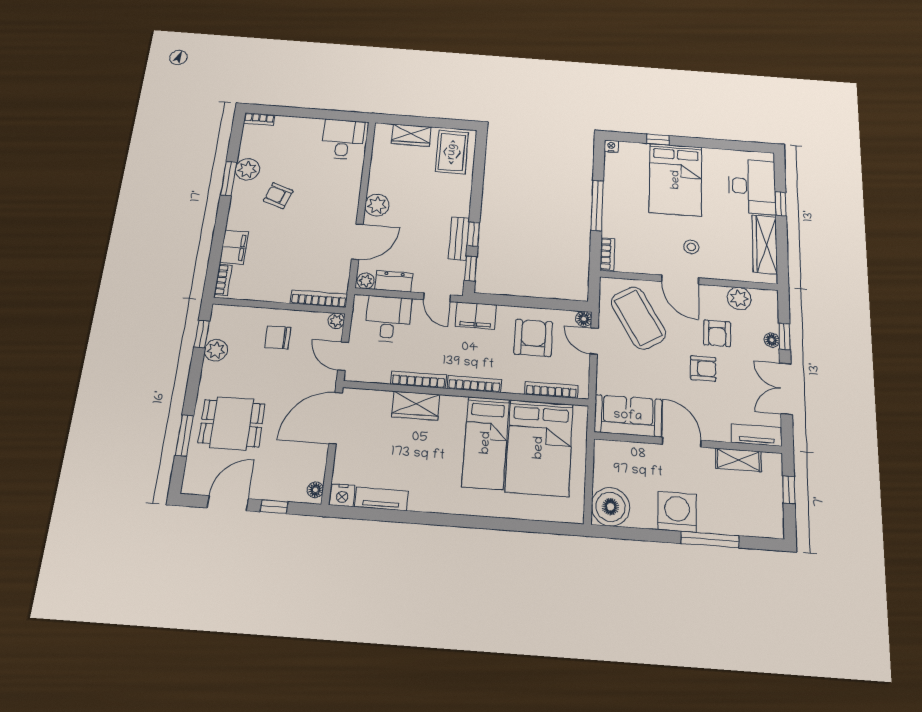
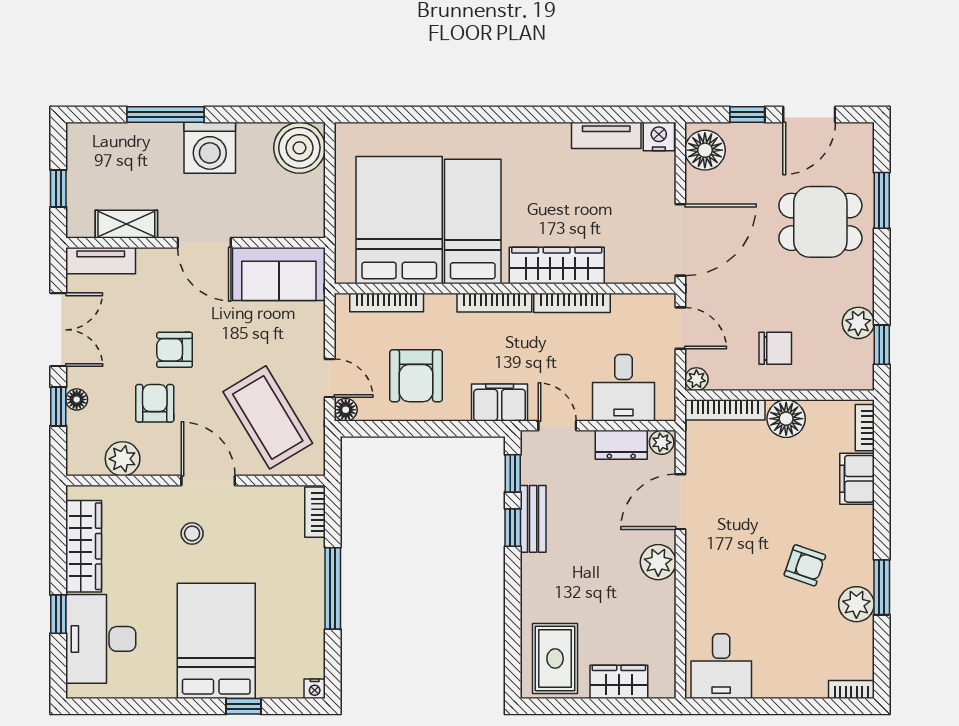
floor lamp: (277, 290) -> (786, 419), added
wardrobe: (416, 406) -> (557, 266), width x1.50
floor lamp: (315, 490) -> (705, 150), width x1.89, depth x1.89

